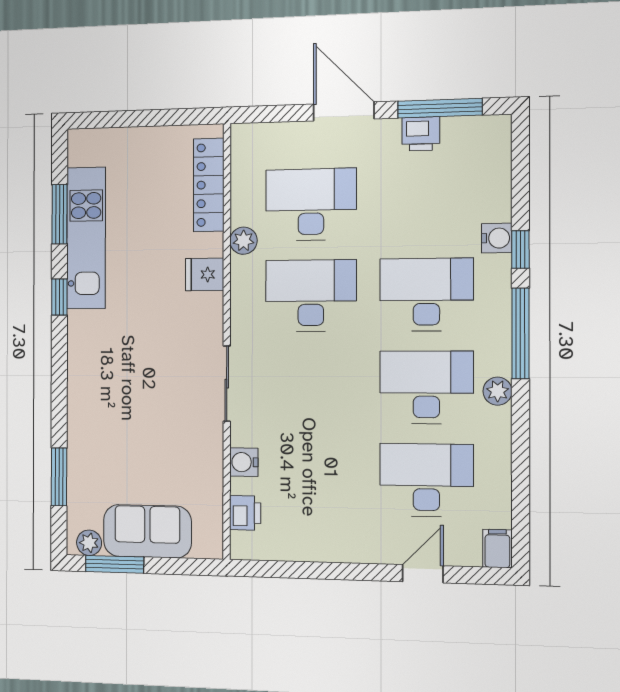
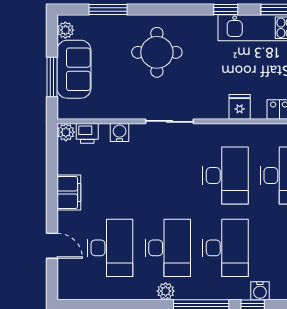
plant: (244, 241) -> (66, 132), moved
round table: (122, 403) -> (157, 52), added
filing cabinet: (497, 549) -> (69, 192), moved, width x2.00
window: (115, 564) -> (52, 77), moved

